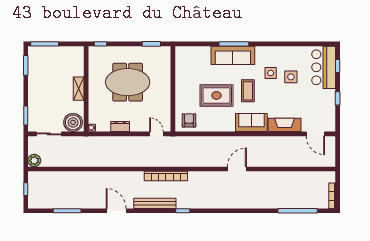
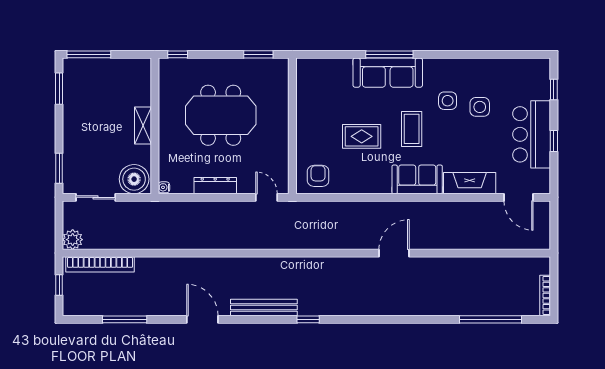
bar counter: (324, 67) -> (532, 134), moved
rug: (216, 95) -> (362, 136), width x0.73, depth x0.70
dresser: (120, 126) -> (215, 186), width x1.44
bookcase: (166, 176) -> (100, 264), moved

